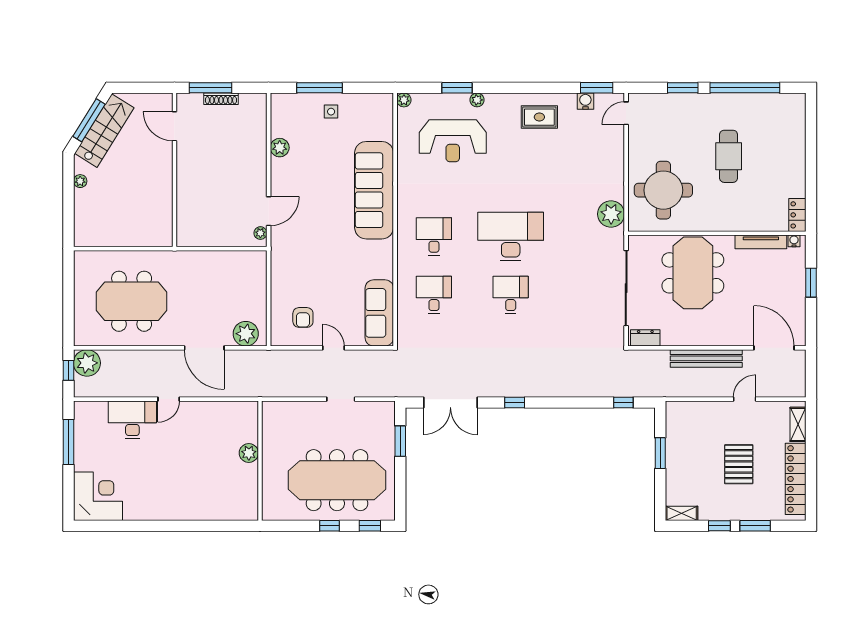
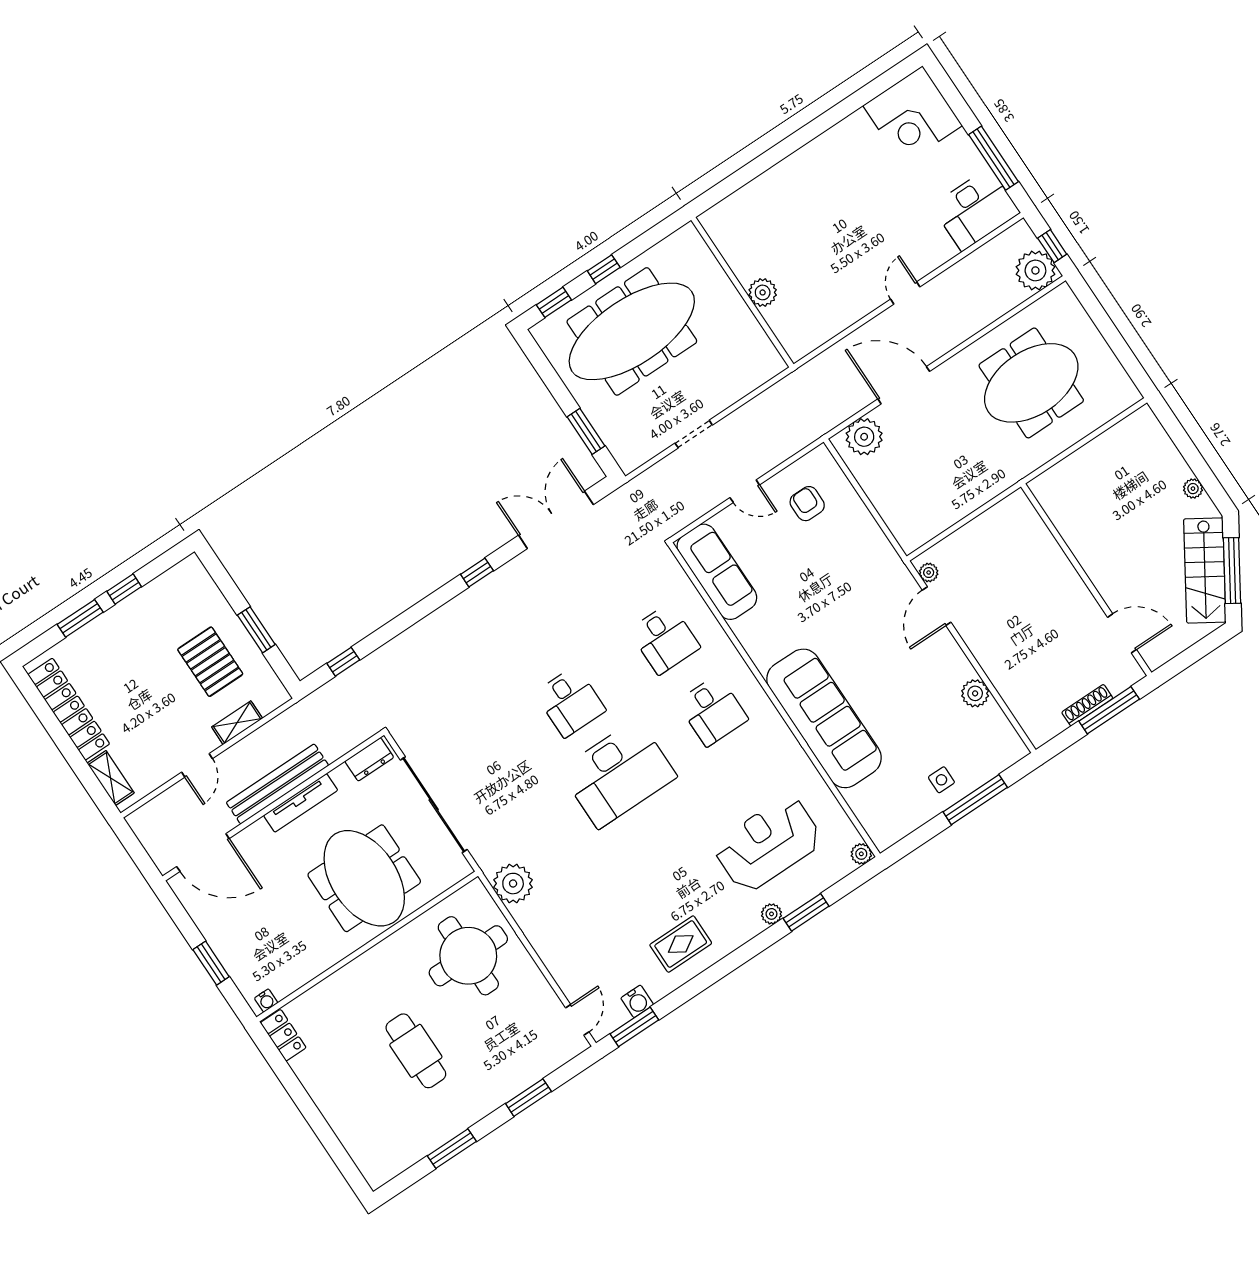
window: (745, 88) -> (452, 1149), width x0.47
tv unit: (761, 242) -> (301, 803), moved, turned 180
desk: (132, 420) -> (976, 209), moved
pallet: (739, 464) -> (210, 662), moved
shelving: (682, 513) -> (237, 723), moved

